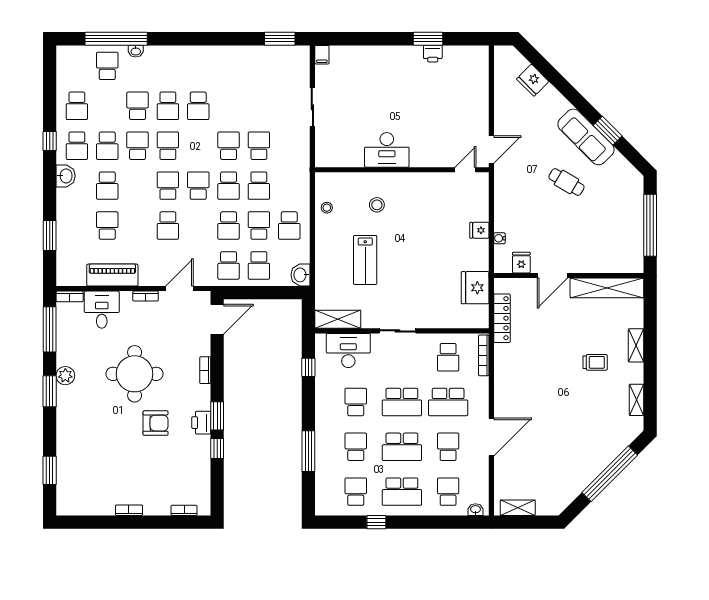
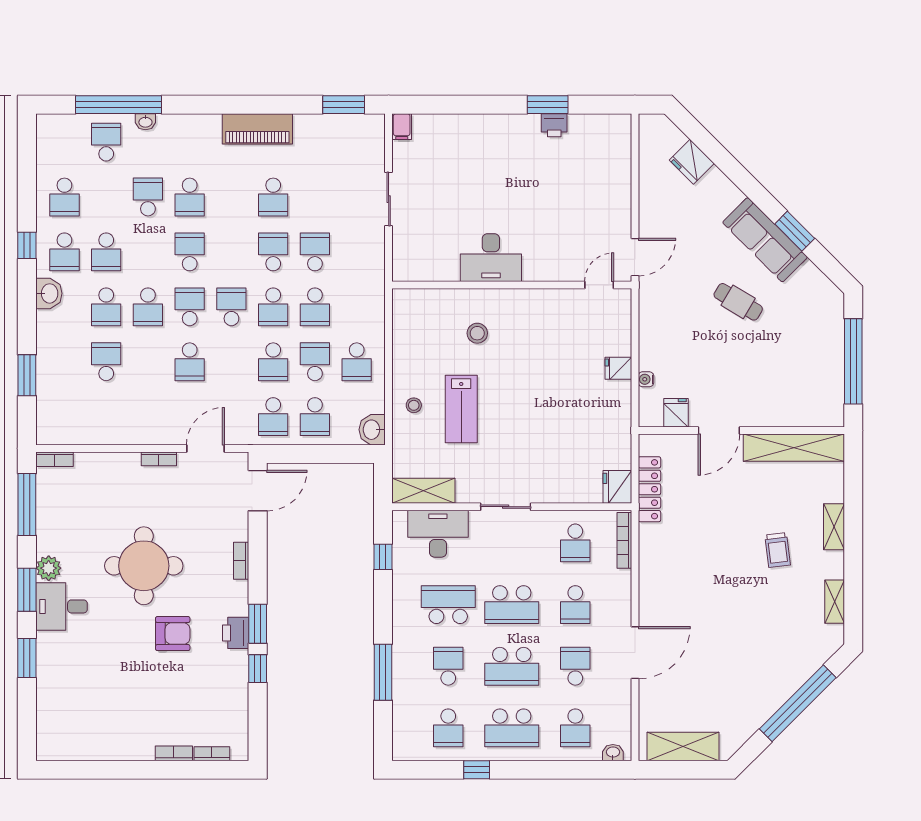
school desk: (198, 106) -> (273, 197), moved
school desk: (138, 146) -> (148, 307), moved, turned 180
stool: (327, 208) -> (414, 405), moved
piano: (112, 275) -> (257, 129), moved, turned 180
fridge: (475, 288) -> (617, 487), moved, width x0.73, depth x0.75
desk: (102, 310) -> (62, 606), moved, turned -90
trolley: (595, 362) -> (778, 550), turned 83
school desk: (356, 402) -> (448, 605), width x1.85
school desk: (448, 402) -> (575, 605), width x0.54
window: (50, 470) -> (27, 658), moved
school desk: (356, 492) -> (448, 728), turned 180
school desk: (448, 492) -> (575, 728), turned 180
shelving: (518, 508) -> (683, 746), width x1.50, depth x1.33
bookcase: (129, 510) -> (174, 753), moved

